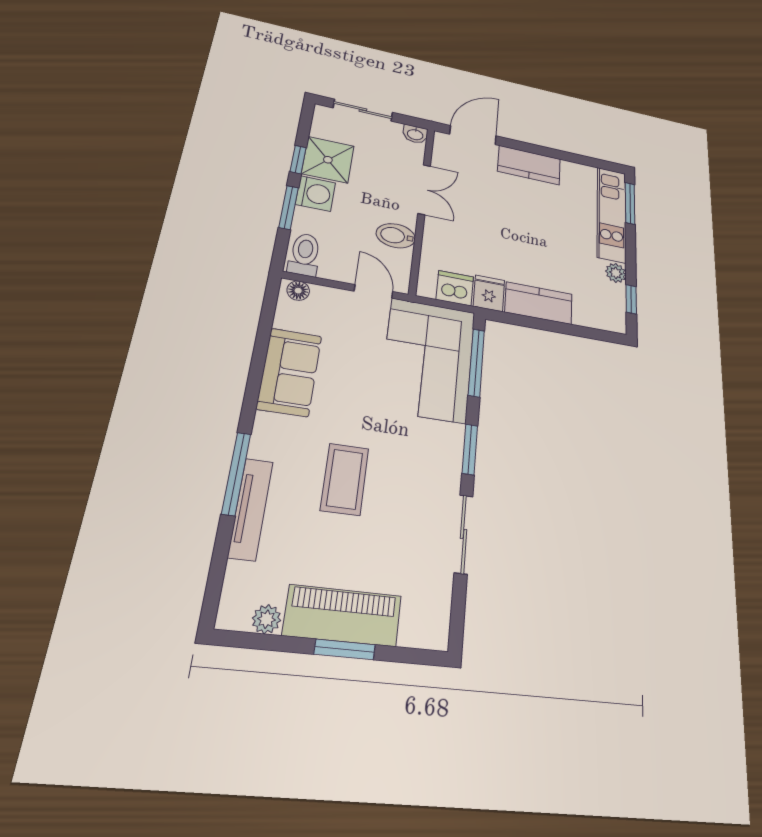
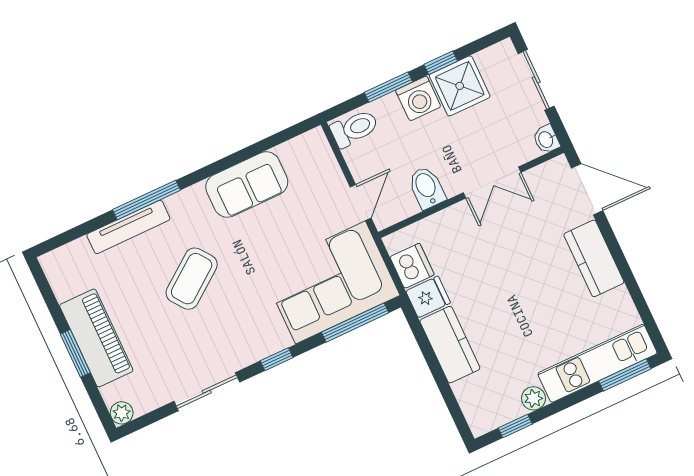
floor lamp: (298, 291) -> (319, 145), removed
window: (470, 449) -> (277, 359), width x0.67
coffee table: (345, 479) -> (192, 279), turned -37
plant: (267, 619) -> (122, 413), moved

